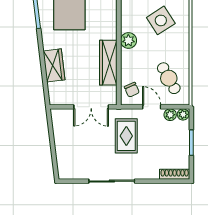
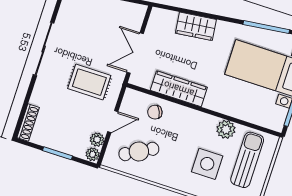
side table: (161, 20) -> (207, 164), turned 33
plant: (128, 40) -> (226, 129), moved
chair: (132, 90) -> (155, 112), moved

